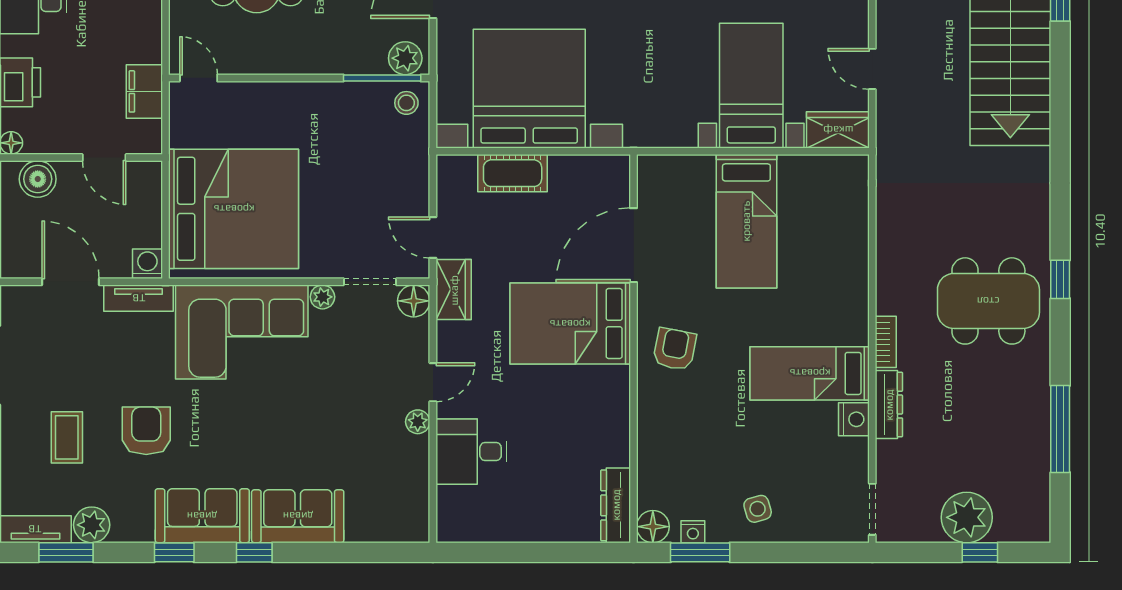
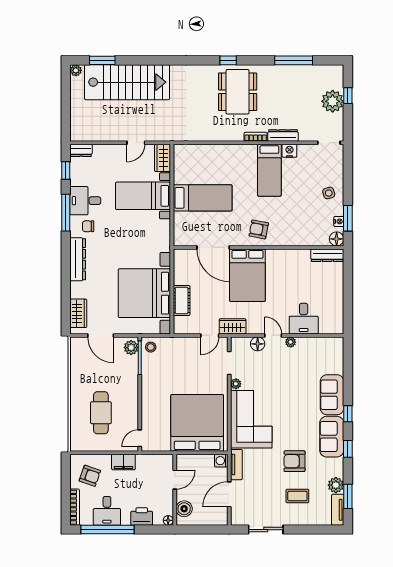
filing cabinet: (144, 91) -> (123, 462), moved
floor lamp: (414, 301) -> (258, 344), moved

